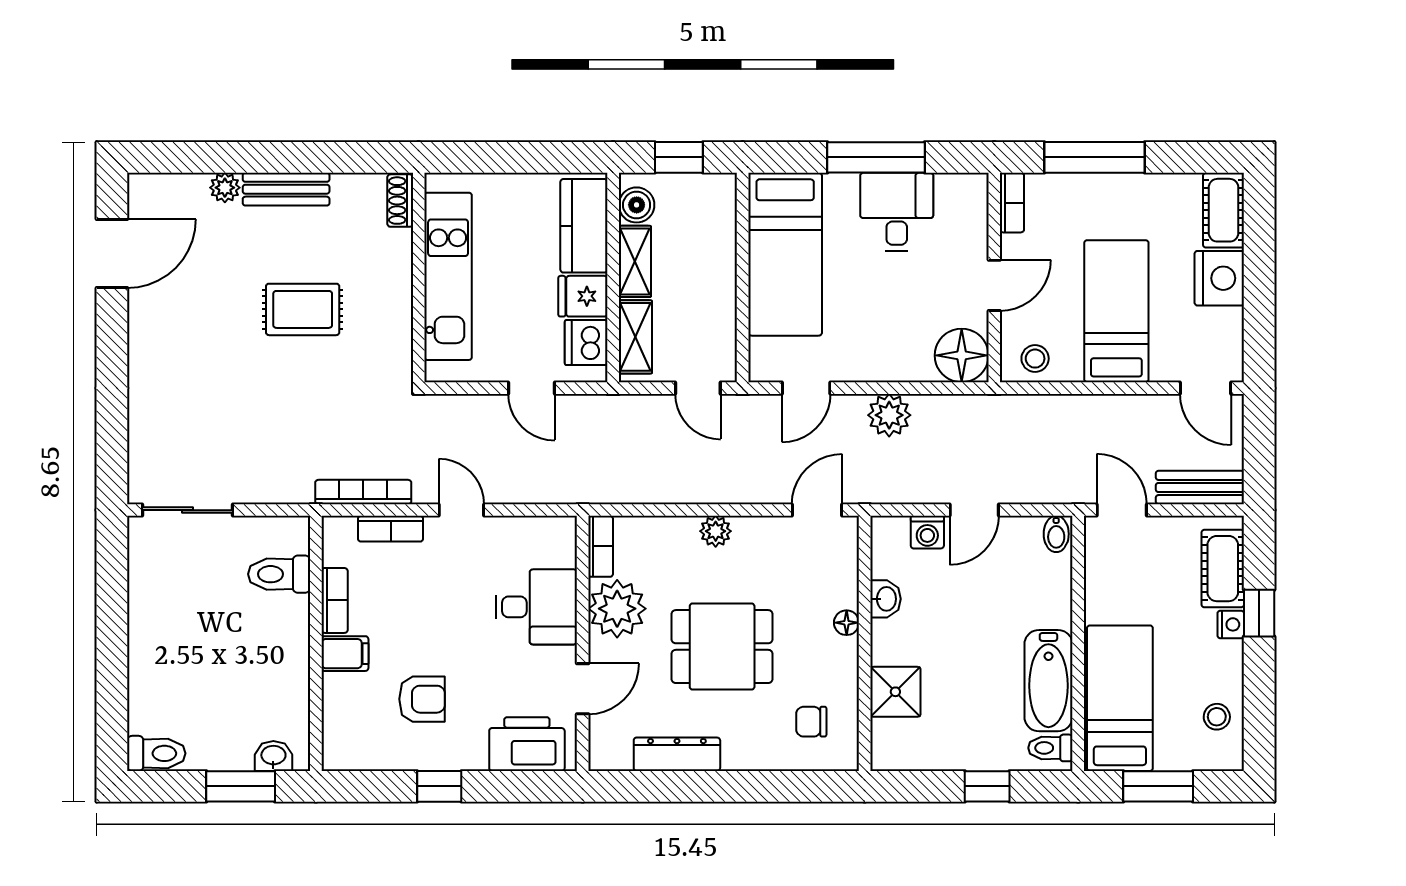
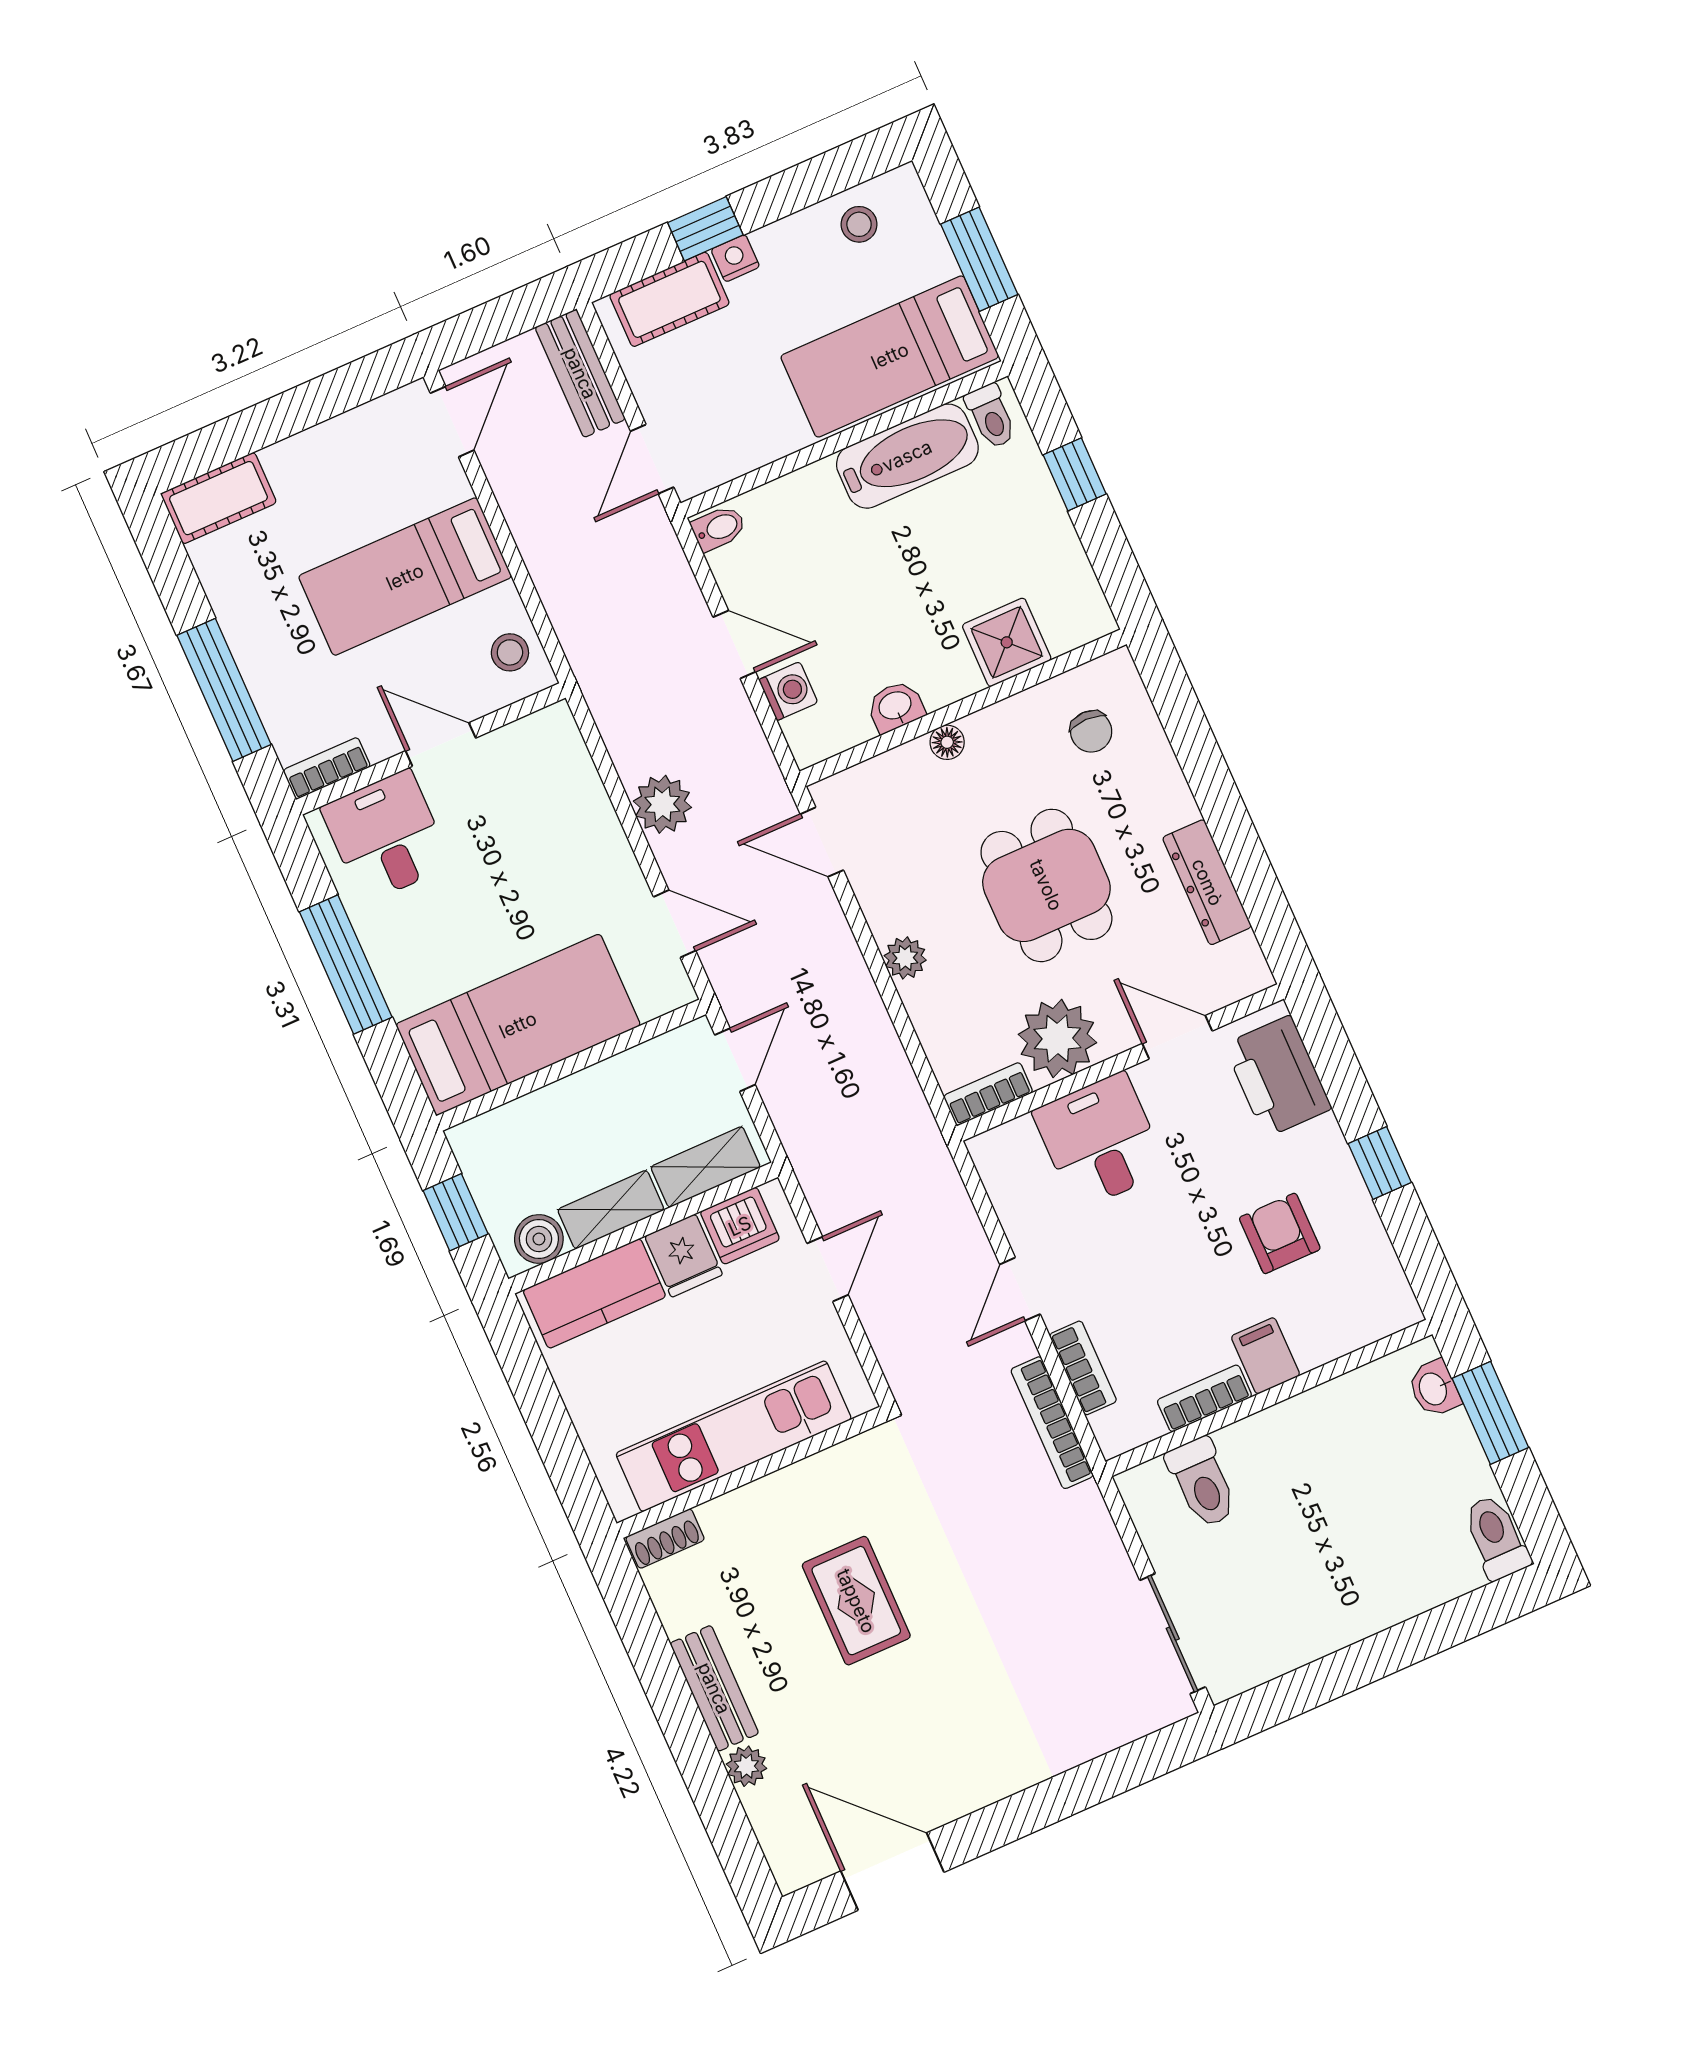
desk: (897, 212) -> (386, 836), moved, turned 90
nightstand: (1219, 278) -> (306, 465), removed
floor lamp: (962, 355) -> (547, 746), removed

